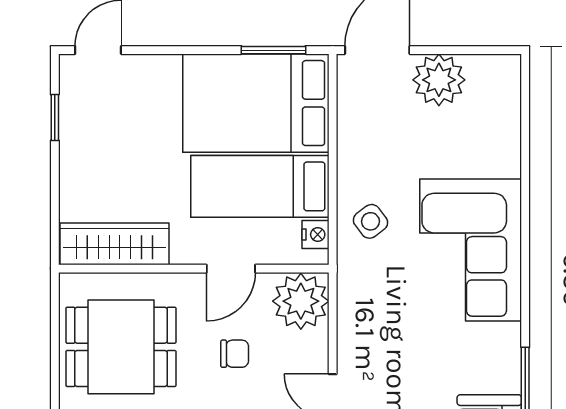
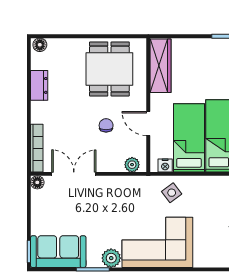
plant: (301, 301) -> (132, 165), width x0.53, depth x0.53
plant: (502, 343) -> (111, 258), added
chair: (235, 354) -> (106, 125), turned 180

